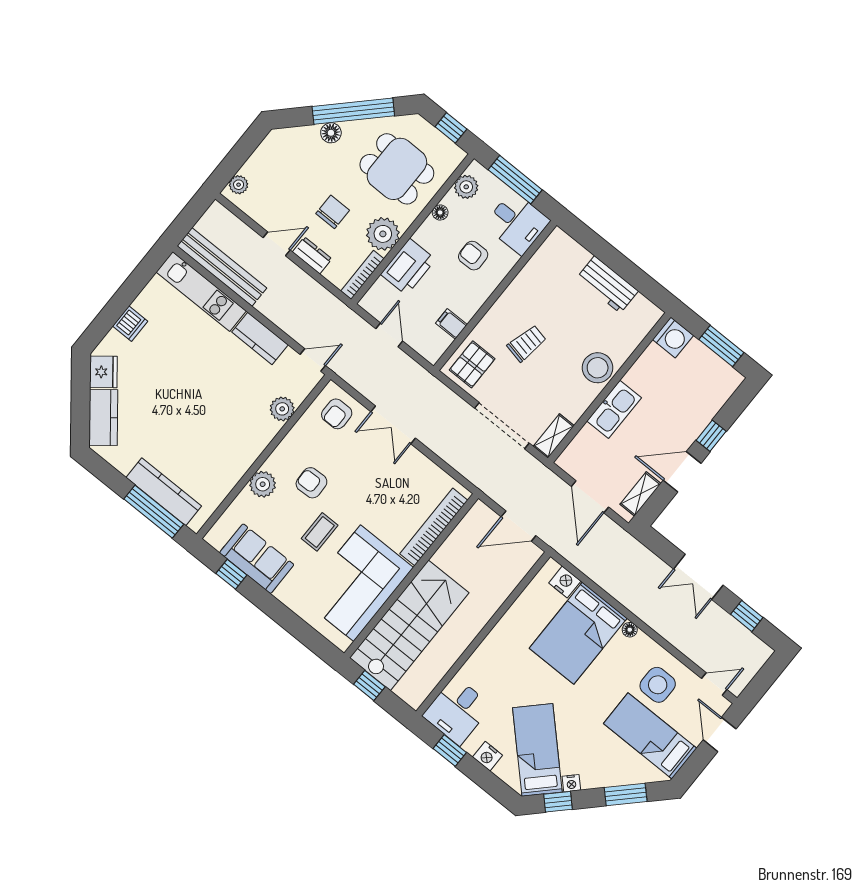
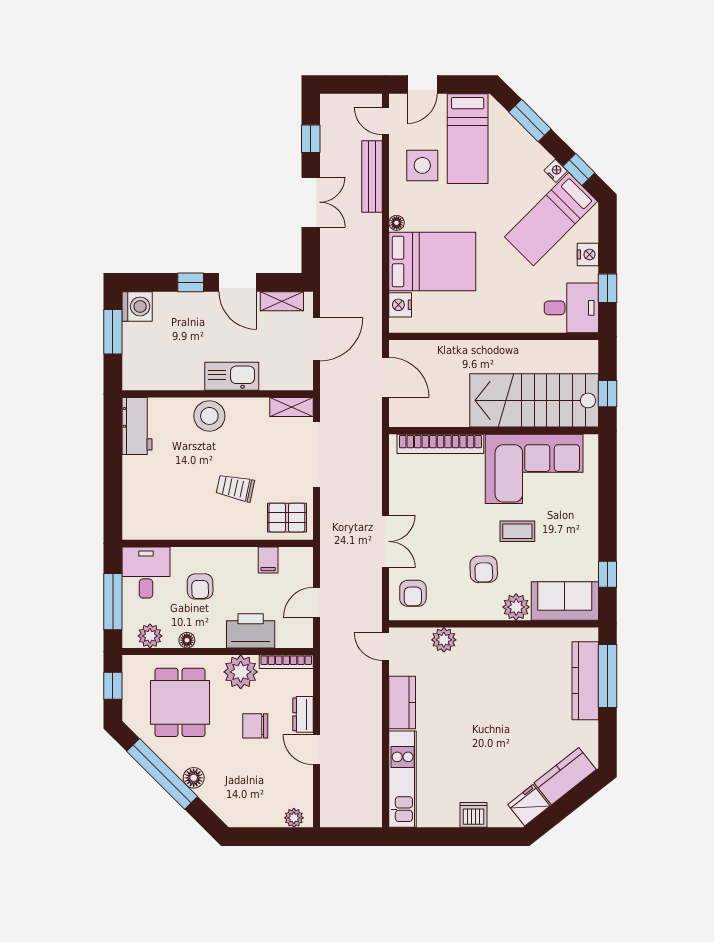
bench: (222, 267) -> (372, 177), moved, width x0.73, depth x0.82
workbench: (607, 284) -> (137, 426), moved
washing machine: (673, 338) -> (137, 306), moved, turned 90
armchair: (337, 414) -> (413, 593), turned 90
sofa: (257, 559) -> (565, 601), moved, turned 90

